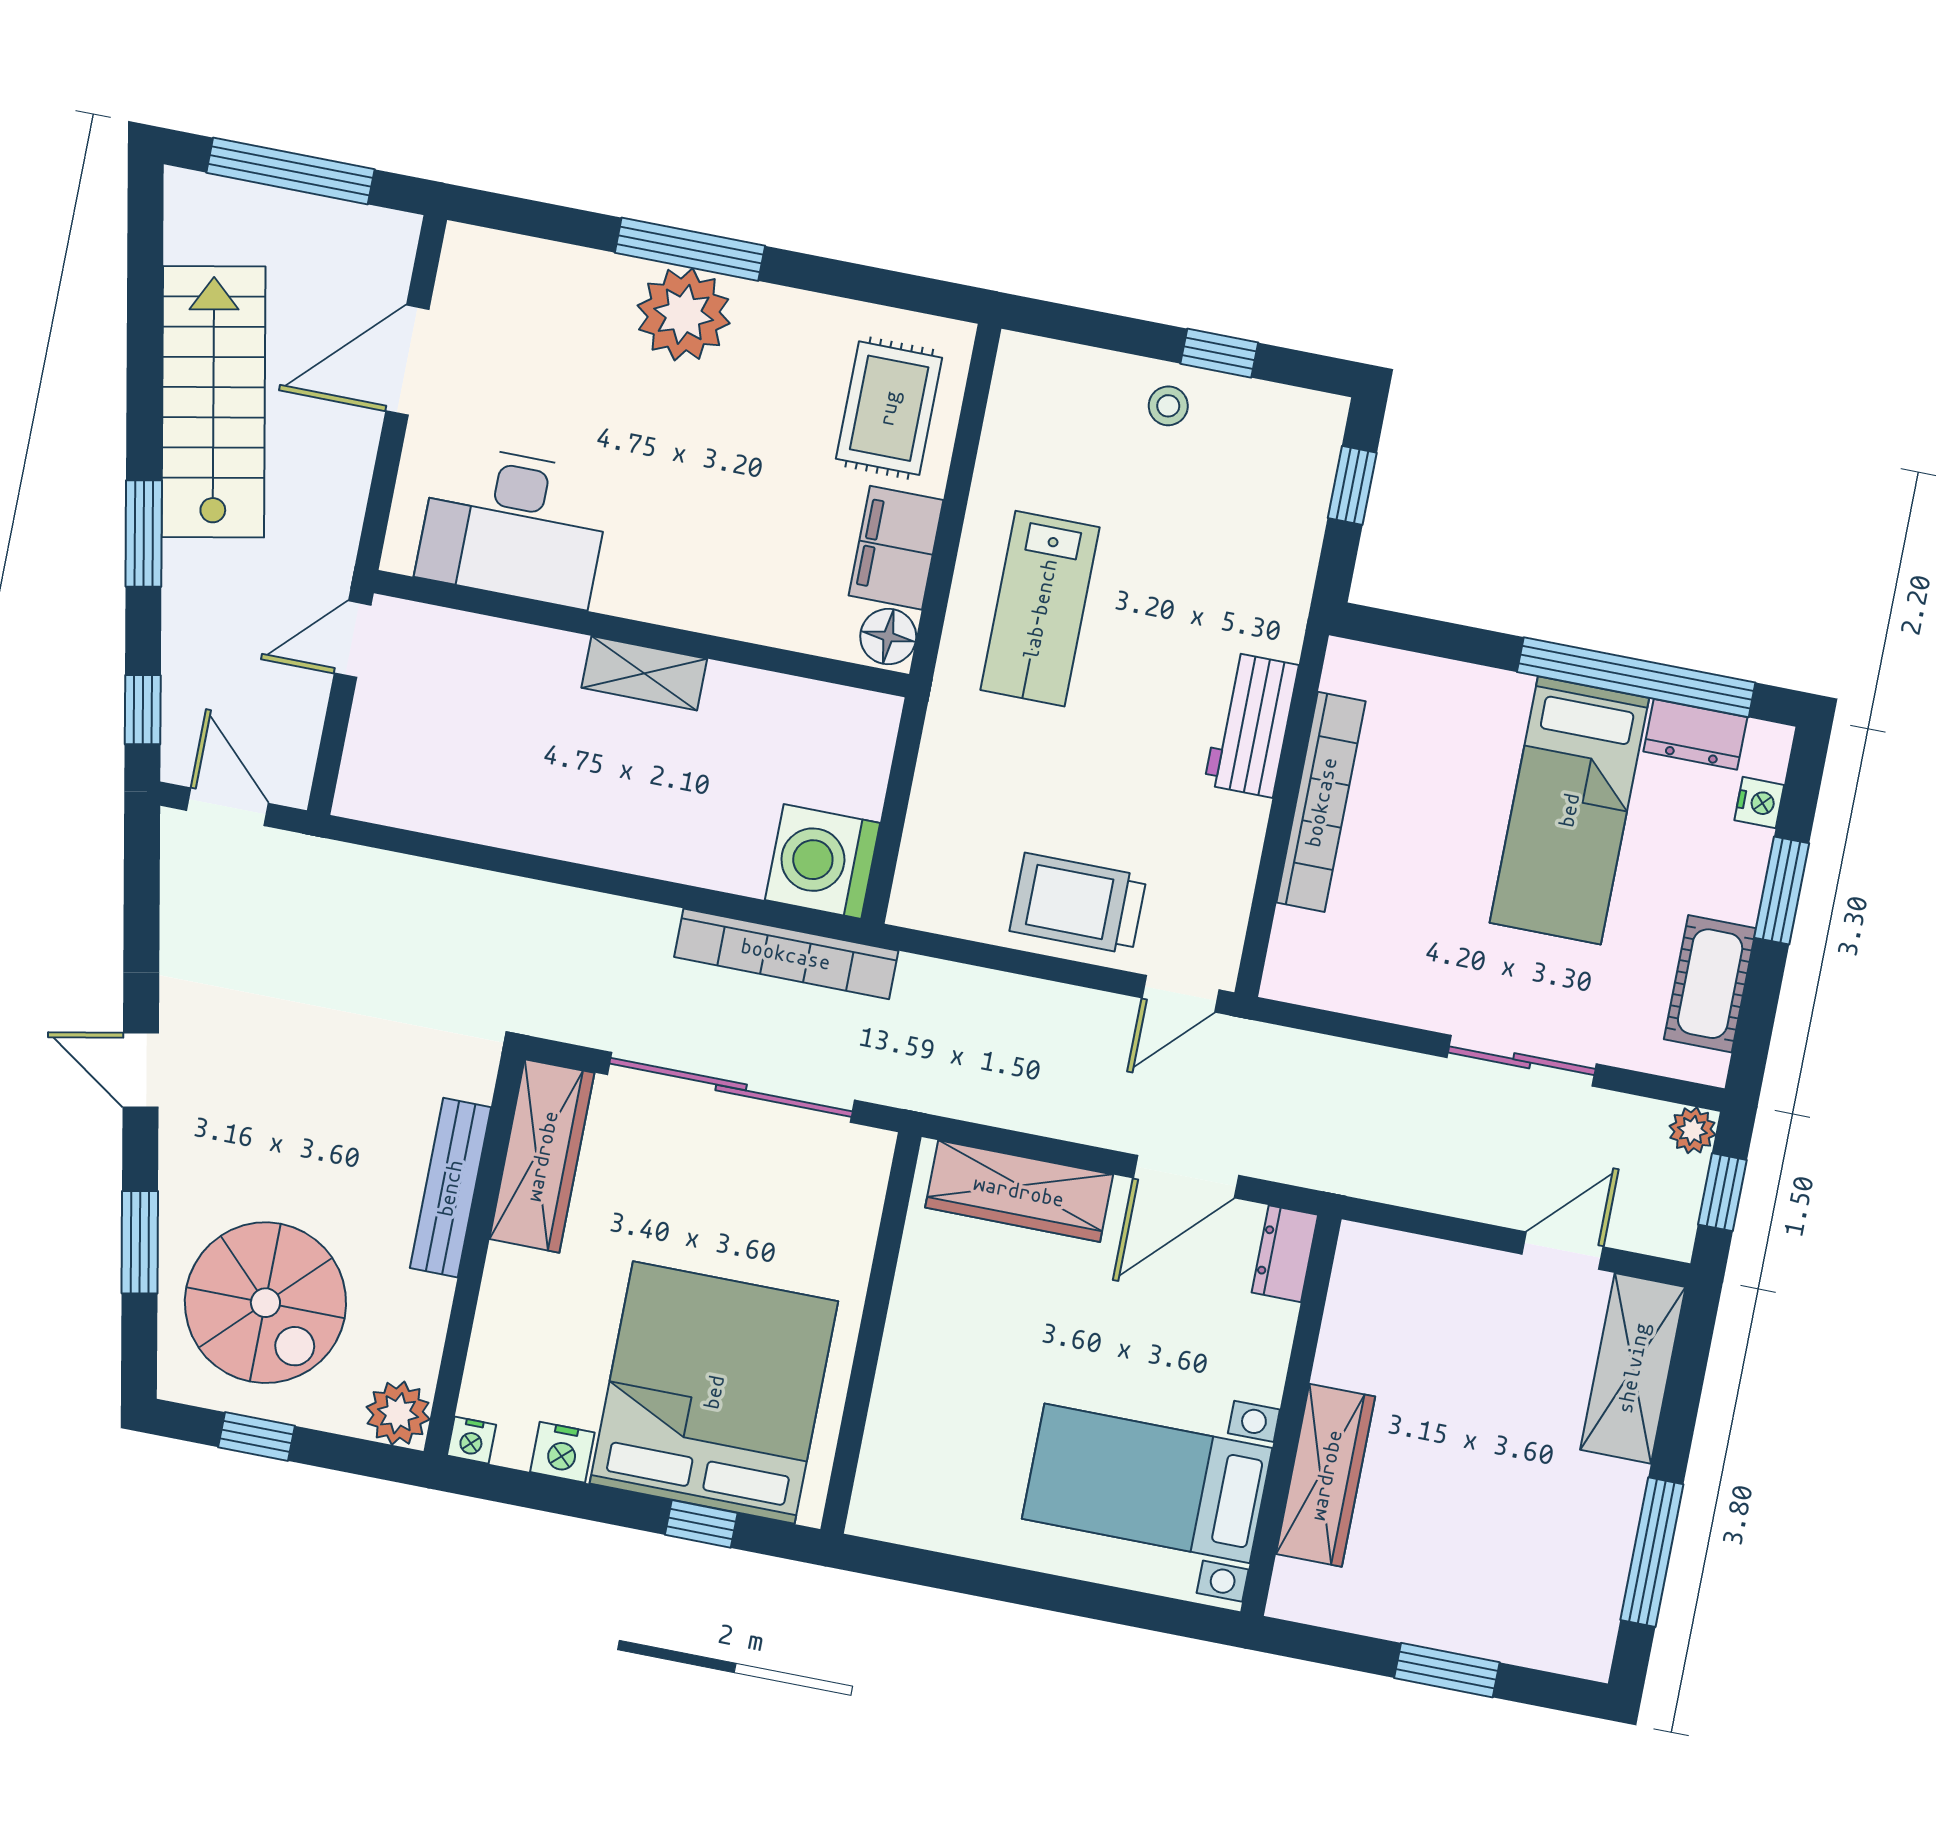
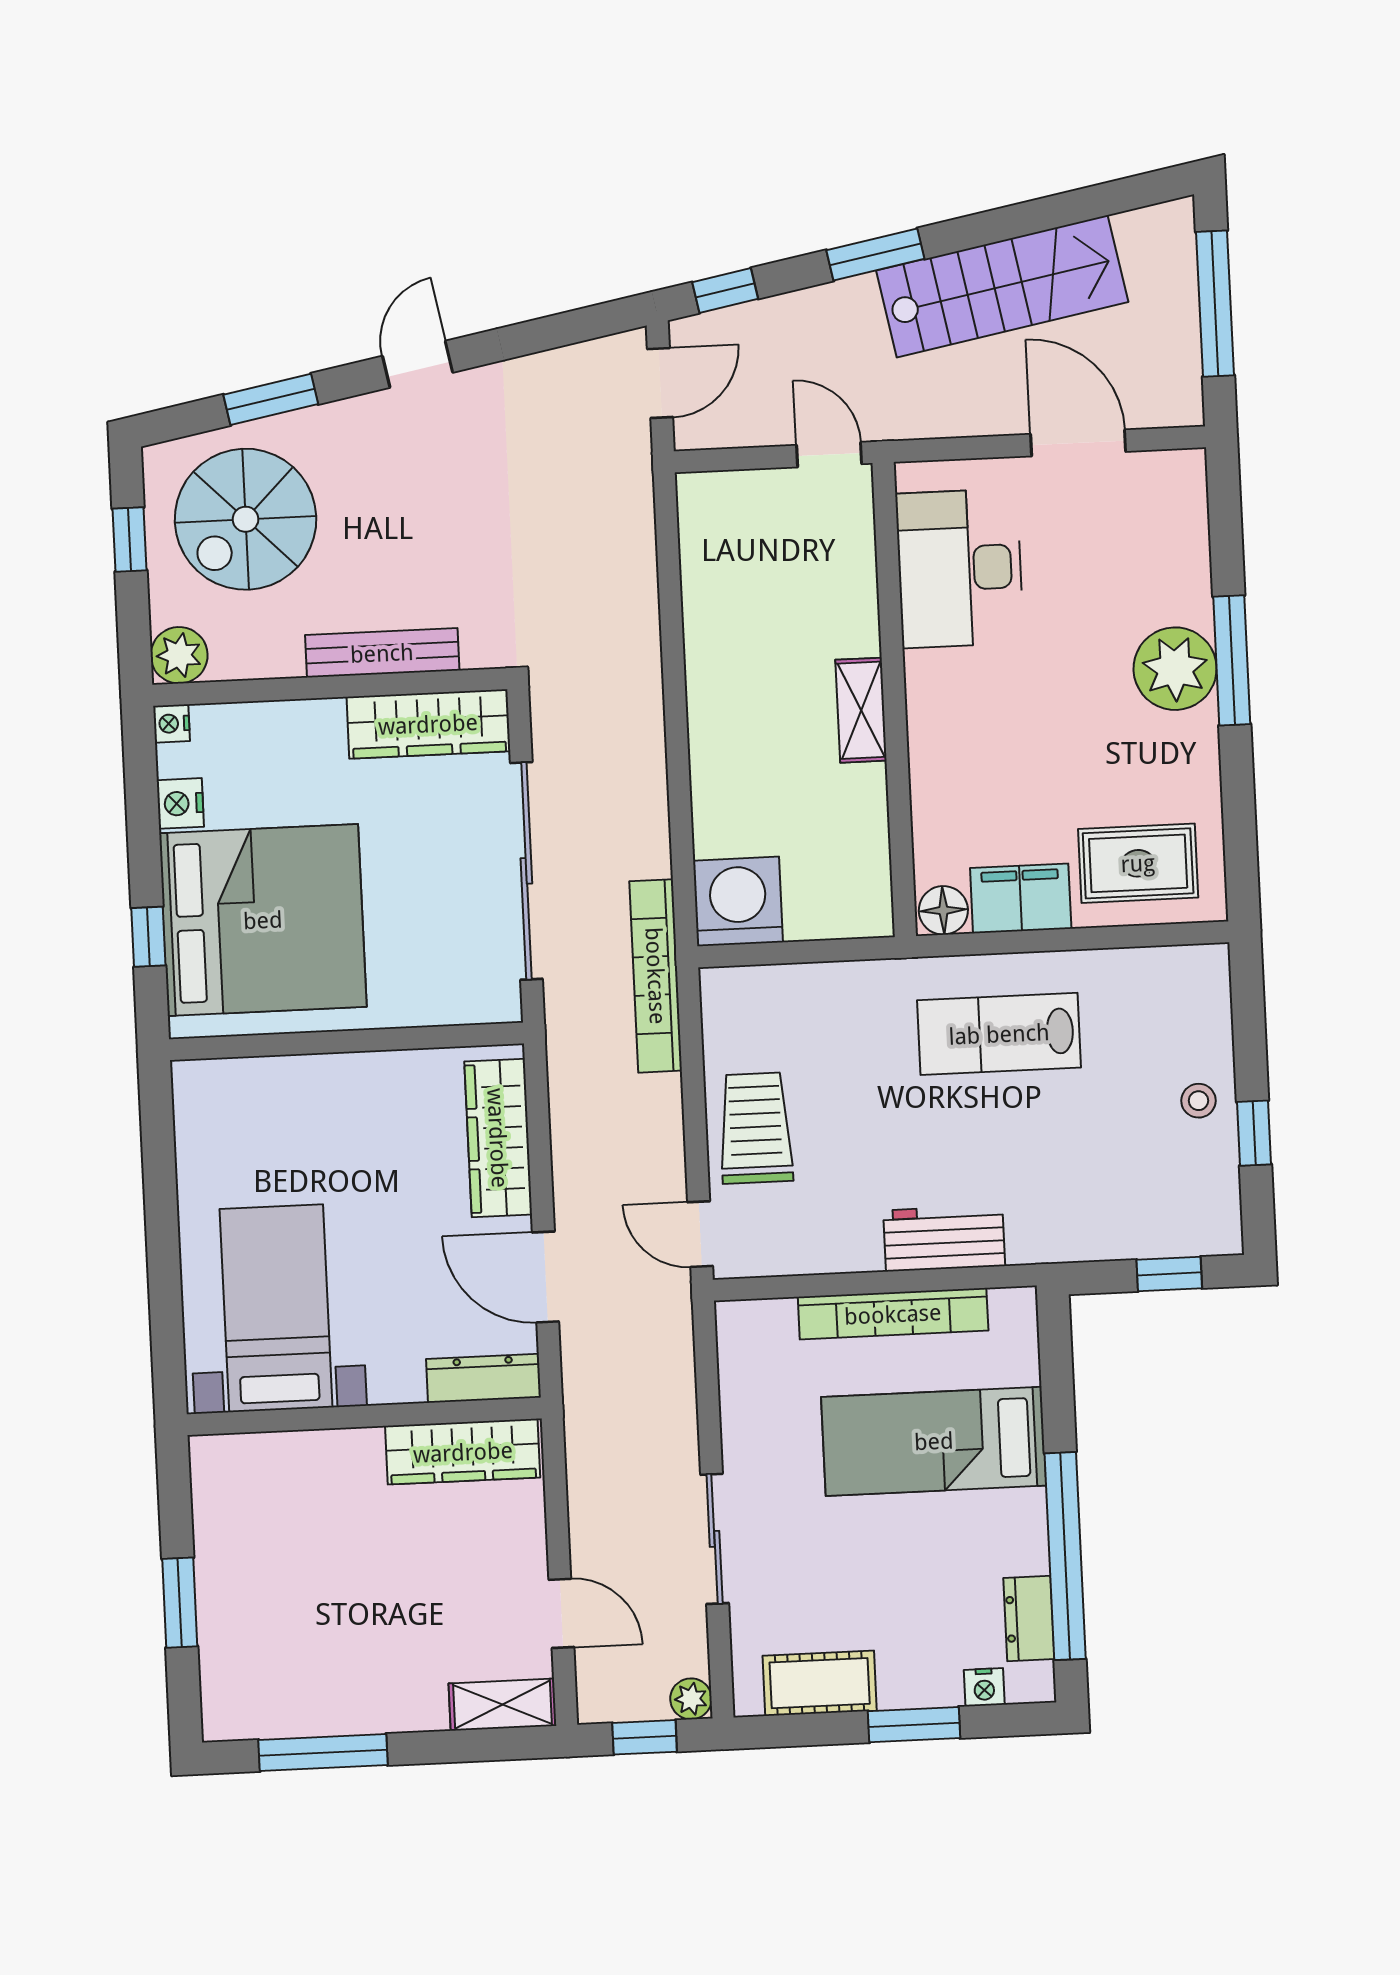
bed: (1569, 810) -> (934, 1441), moved
bookcase: (786, 954) -> (656, 976), moved
dresser: (1285, 1254) -> (483, 1378), width x1.44
shelving: (1633, 1368) -> (502, 1705), width x0.67, depth x0.75
wardrobe: (1326, 1475) -> (463, 1452), moved

